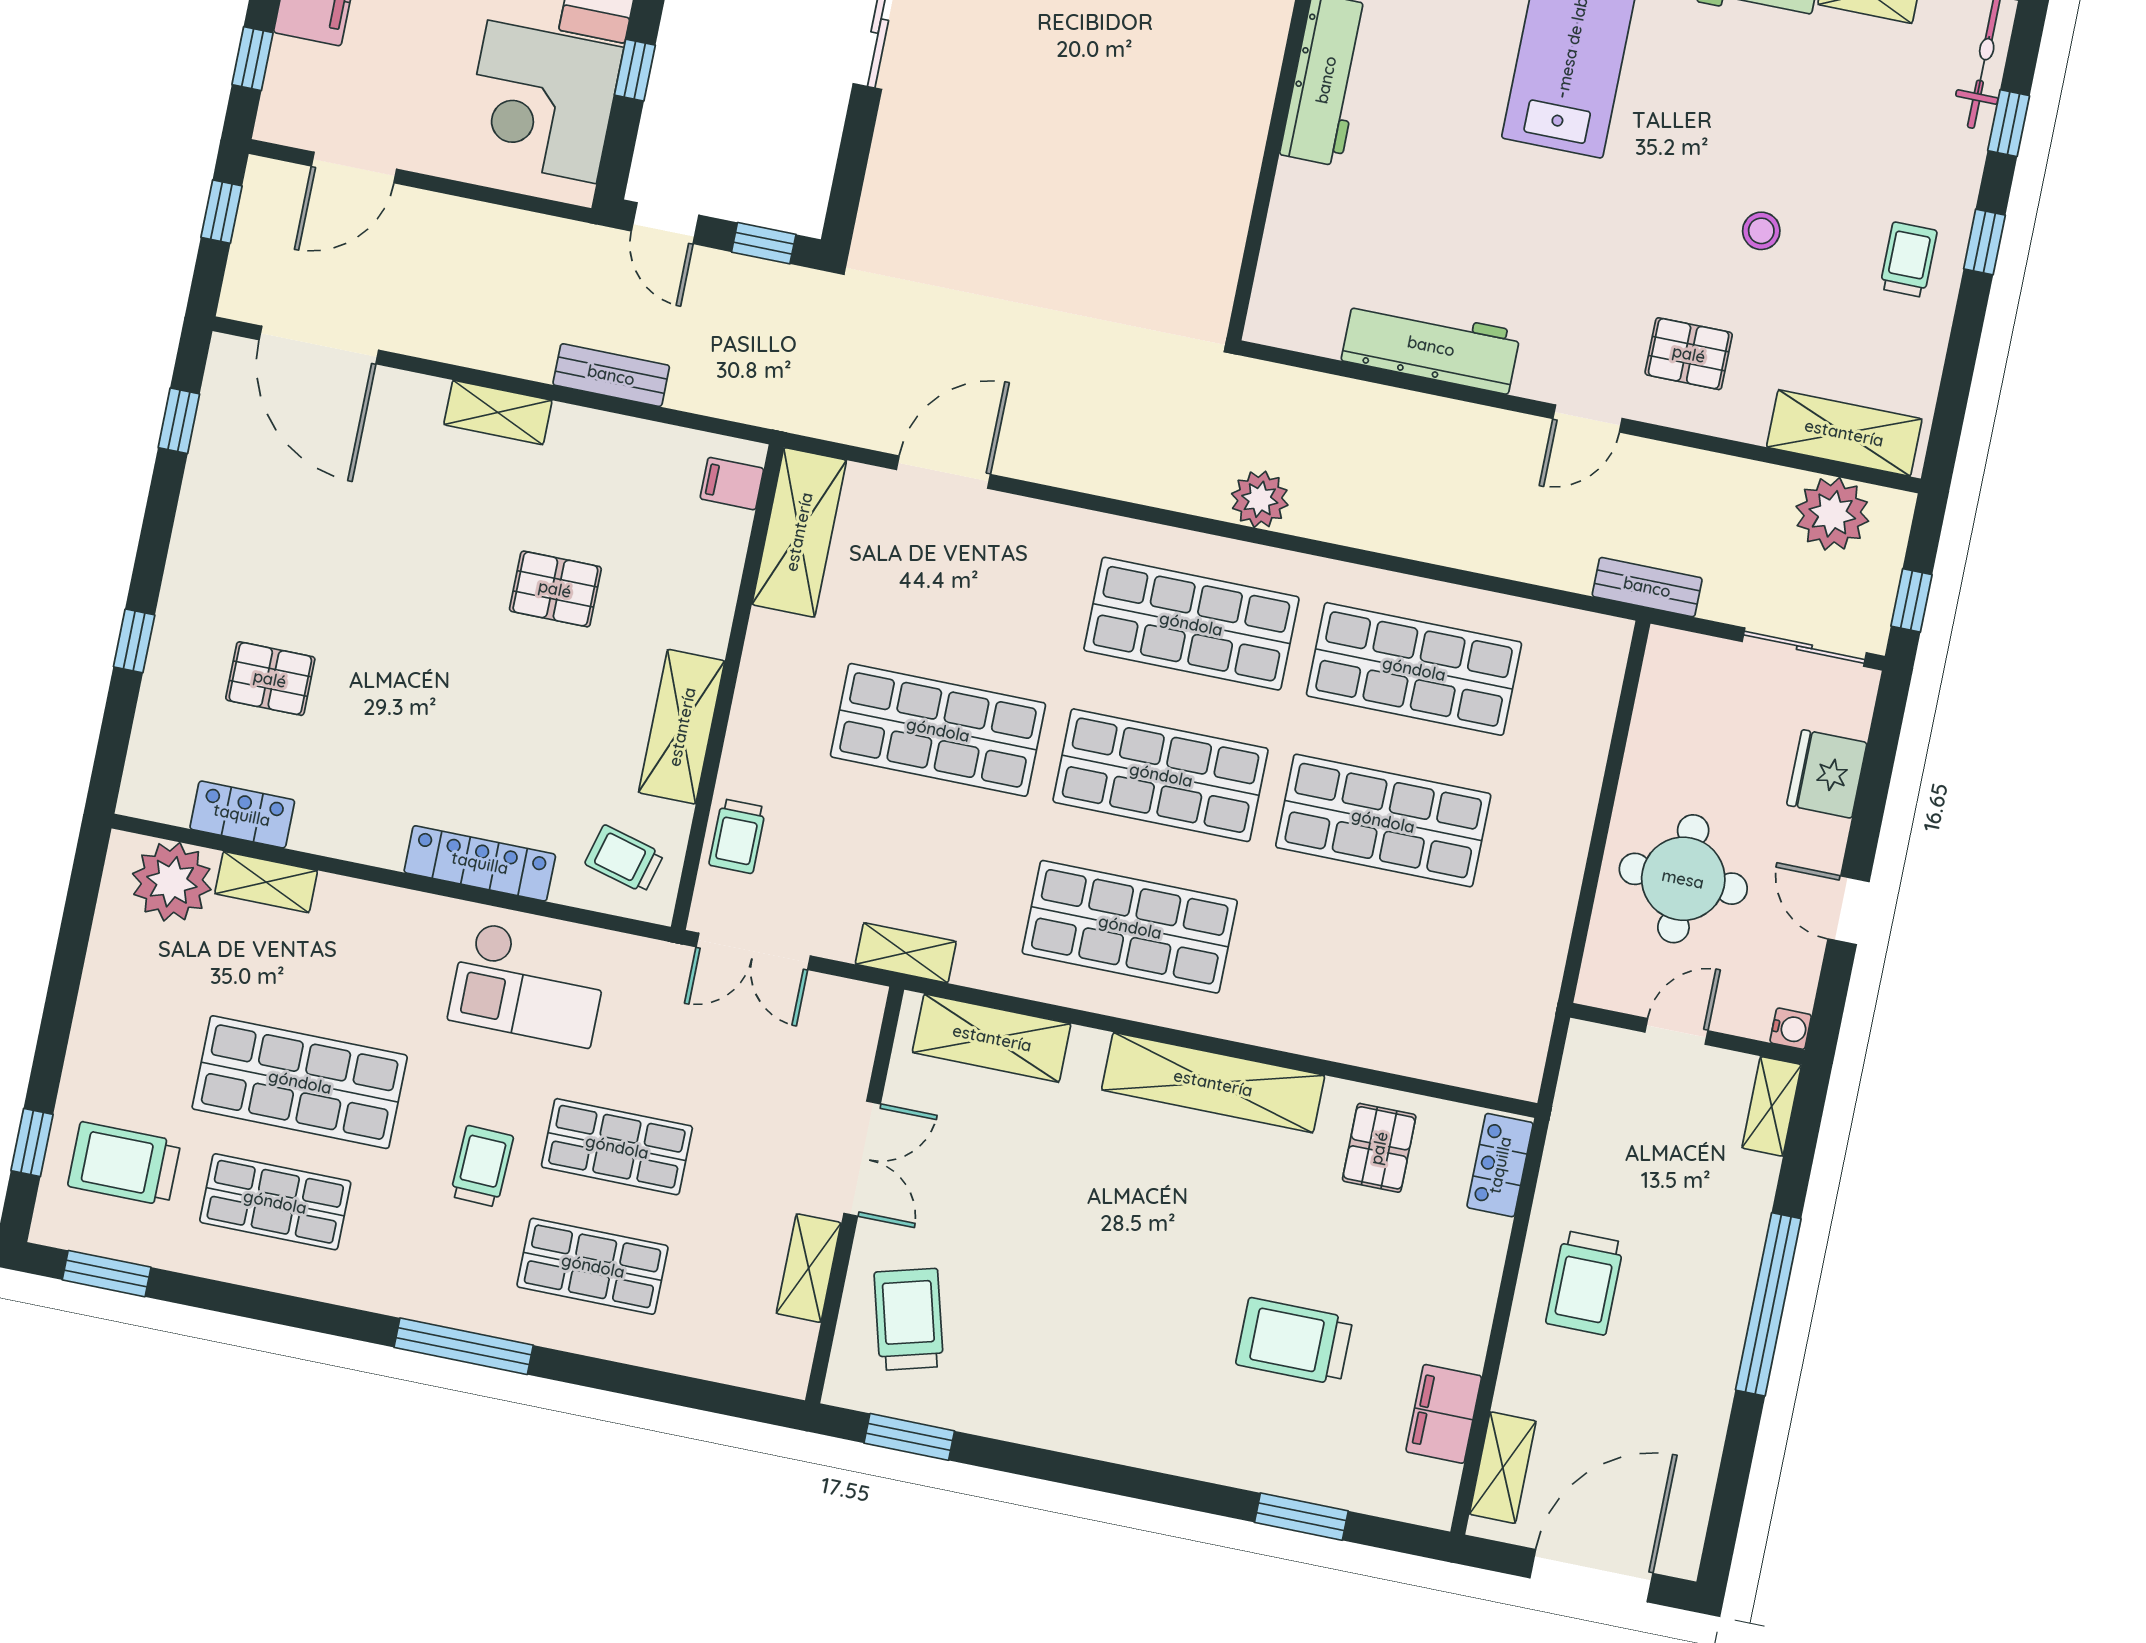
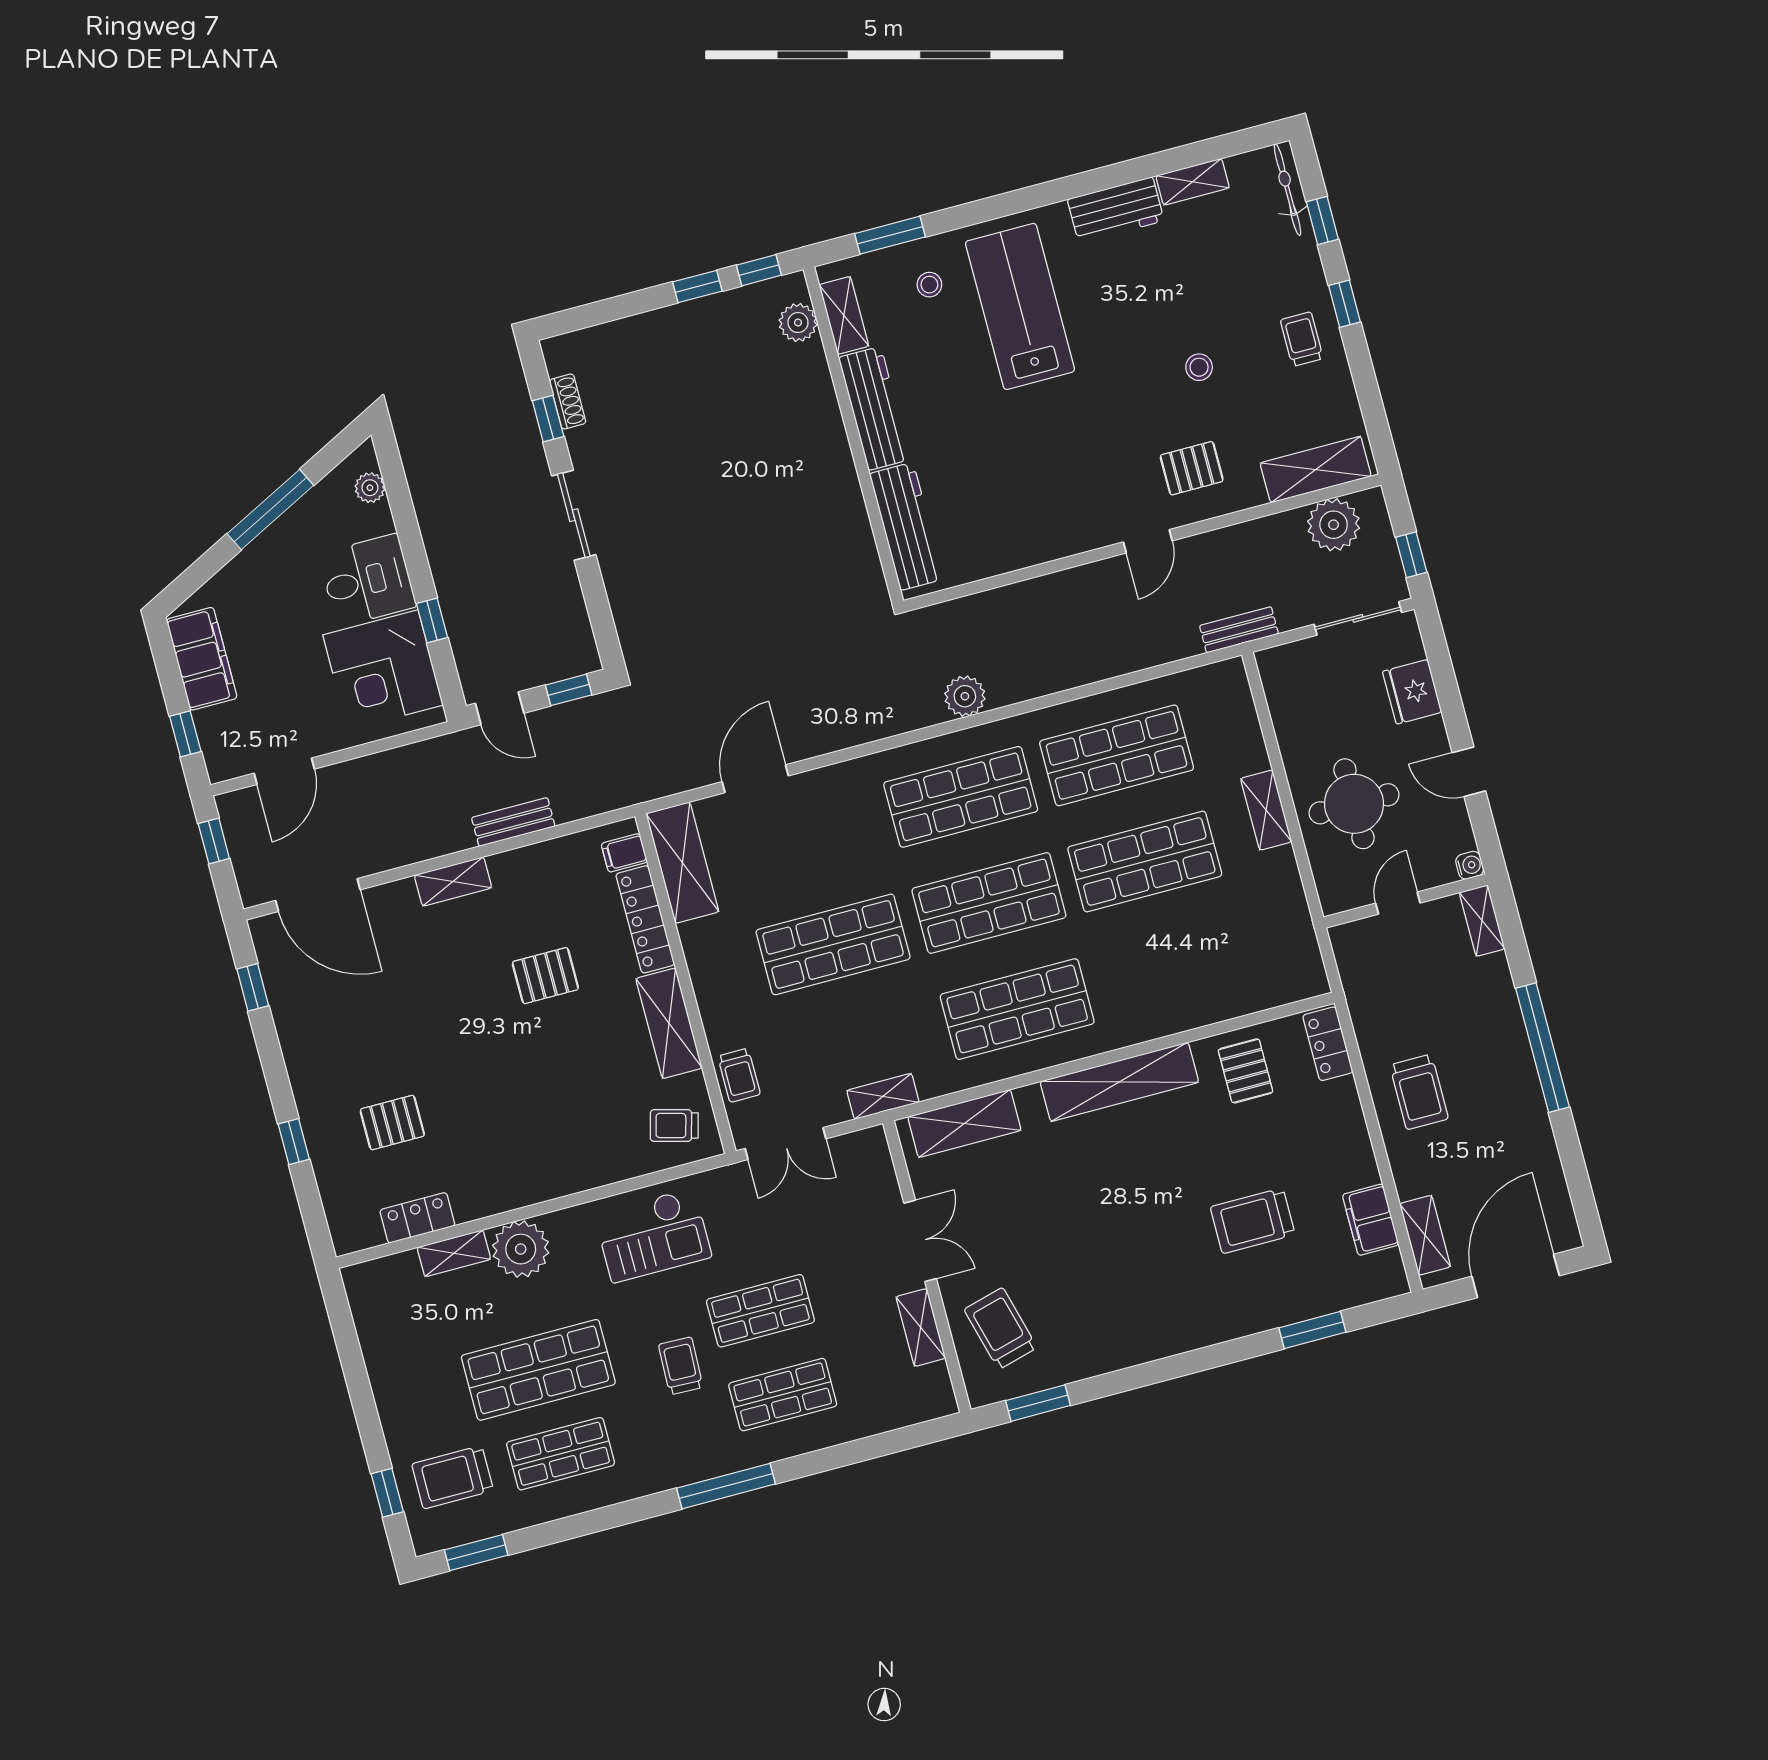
workbench: (1431, 346) -> (907, 526), moved, turned 90
shelving: (1569, 832) -> (1266, 810), added
locker: (480, 863) -> (645, 919), moved, turned -90
plant: (172, 882) -> (521, 1249), moved

